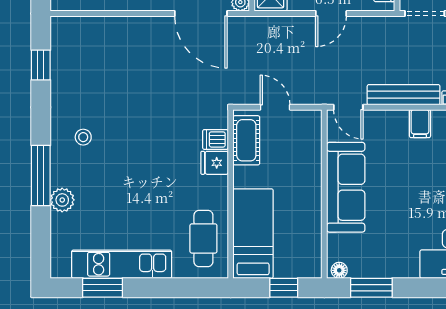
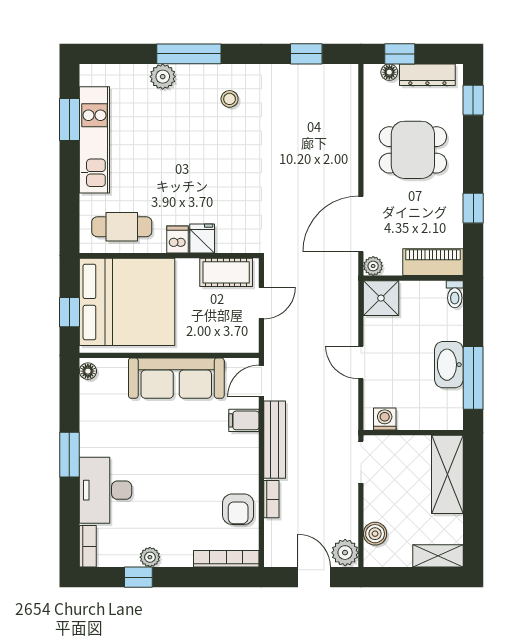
filing cabinet: (420, 124) -> (244, 420), moved
dishwasher: (215, 139) -> (177, 240), moved
bed: (253, 234) -> (127, 302), width x2.04
window: (371, 288) -> (69, 455), moved

